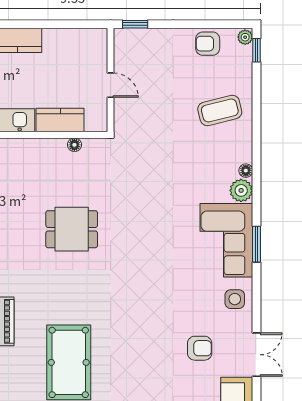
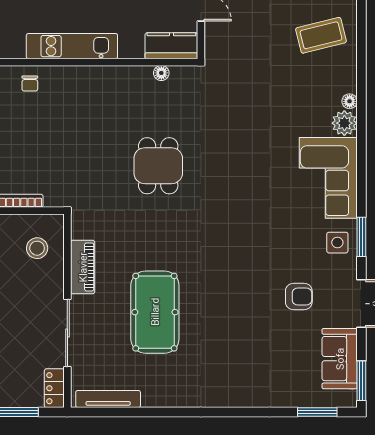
kitchen counter: (60, 120) -> (171, 46), moved
dining table: (72, 229) -> (158, 166), turned 90
window: (257, 244) -> (361, 237), moved

